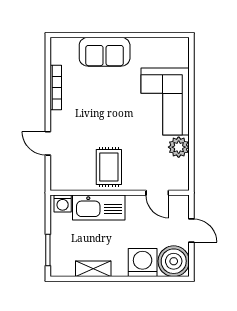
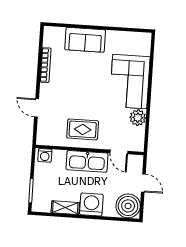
rug: (109, 167) -> (83, 129), turned 90
kitchen sink: (99, 208) -> (87, 161), moved
washing machine: (143, 263) -> (91, 204), moved

